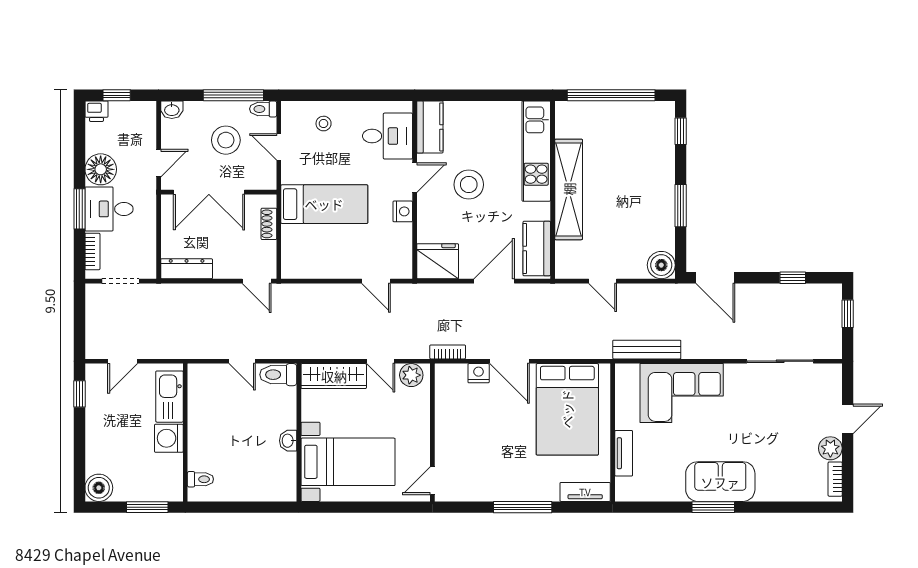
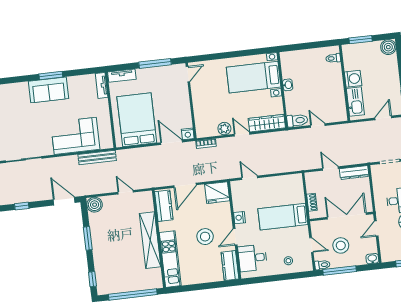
door: (257, 281) -> (330, 168), moved
wall: (432, 432) -> (191, 101), moved
tv unit: (624, 453) -> (102, 85), moved
door: (432, 481) -> (188, 74), moved

